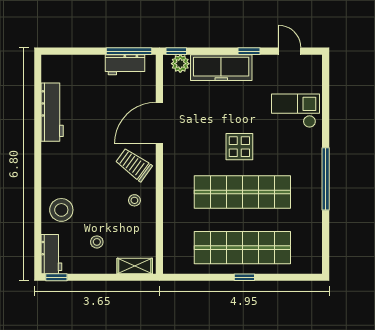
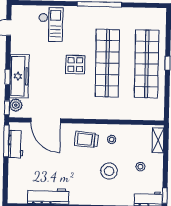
window: (249, 51) -> (8, 77), moved
checkout: (296, 111) -> (51, 24), turned 180
door: (159, 123) -> (46, 120), moved
trolley: (134, 165) -> (86, 139), turned 59
stool: (61, 210) -> (109, 171), moved

